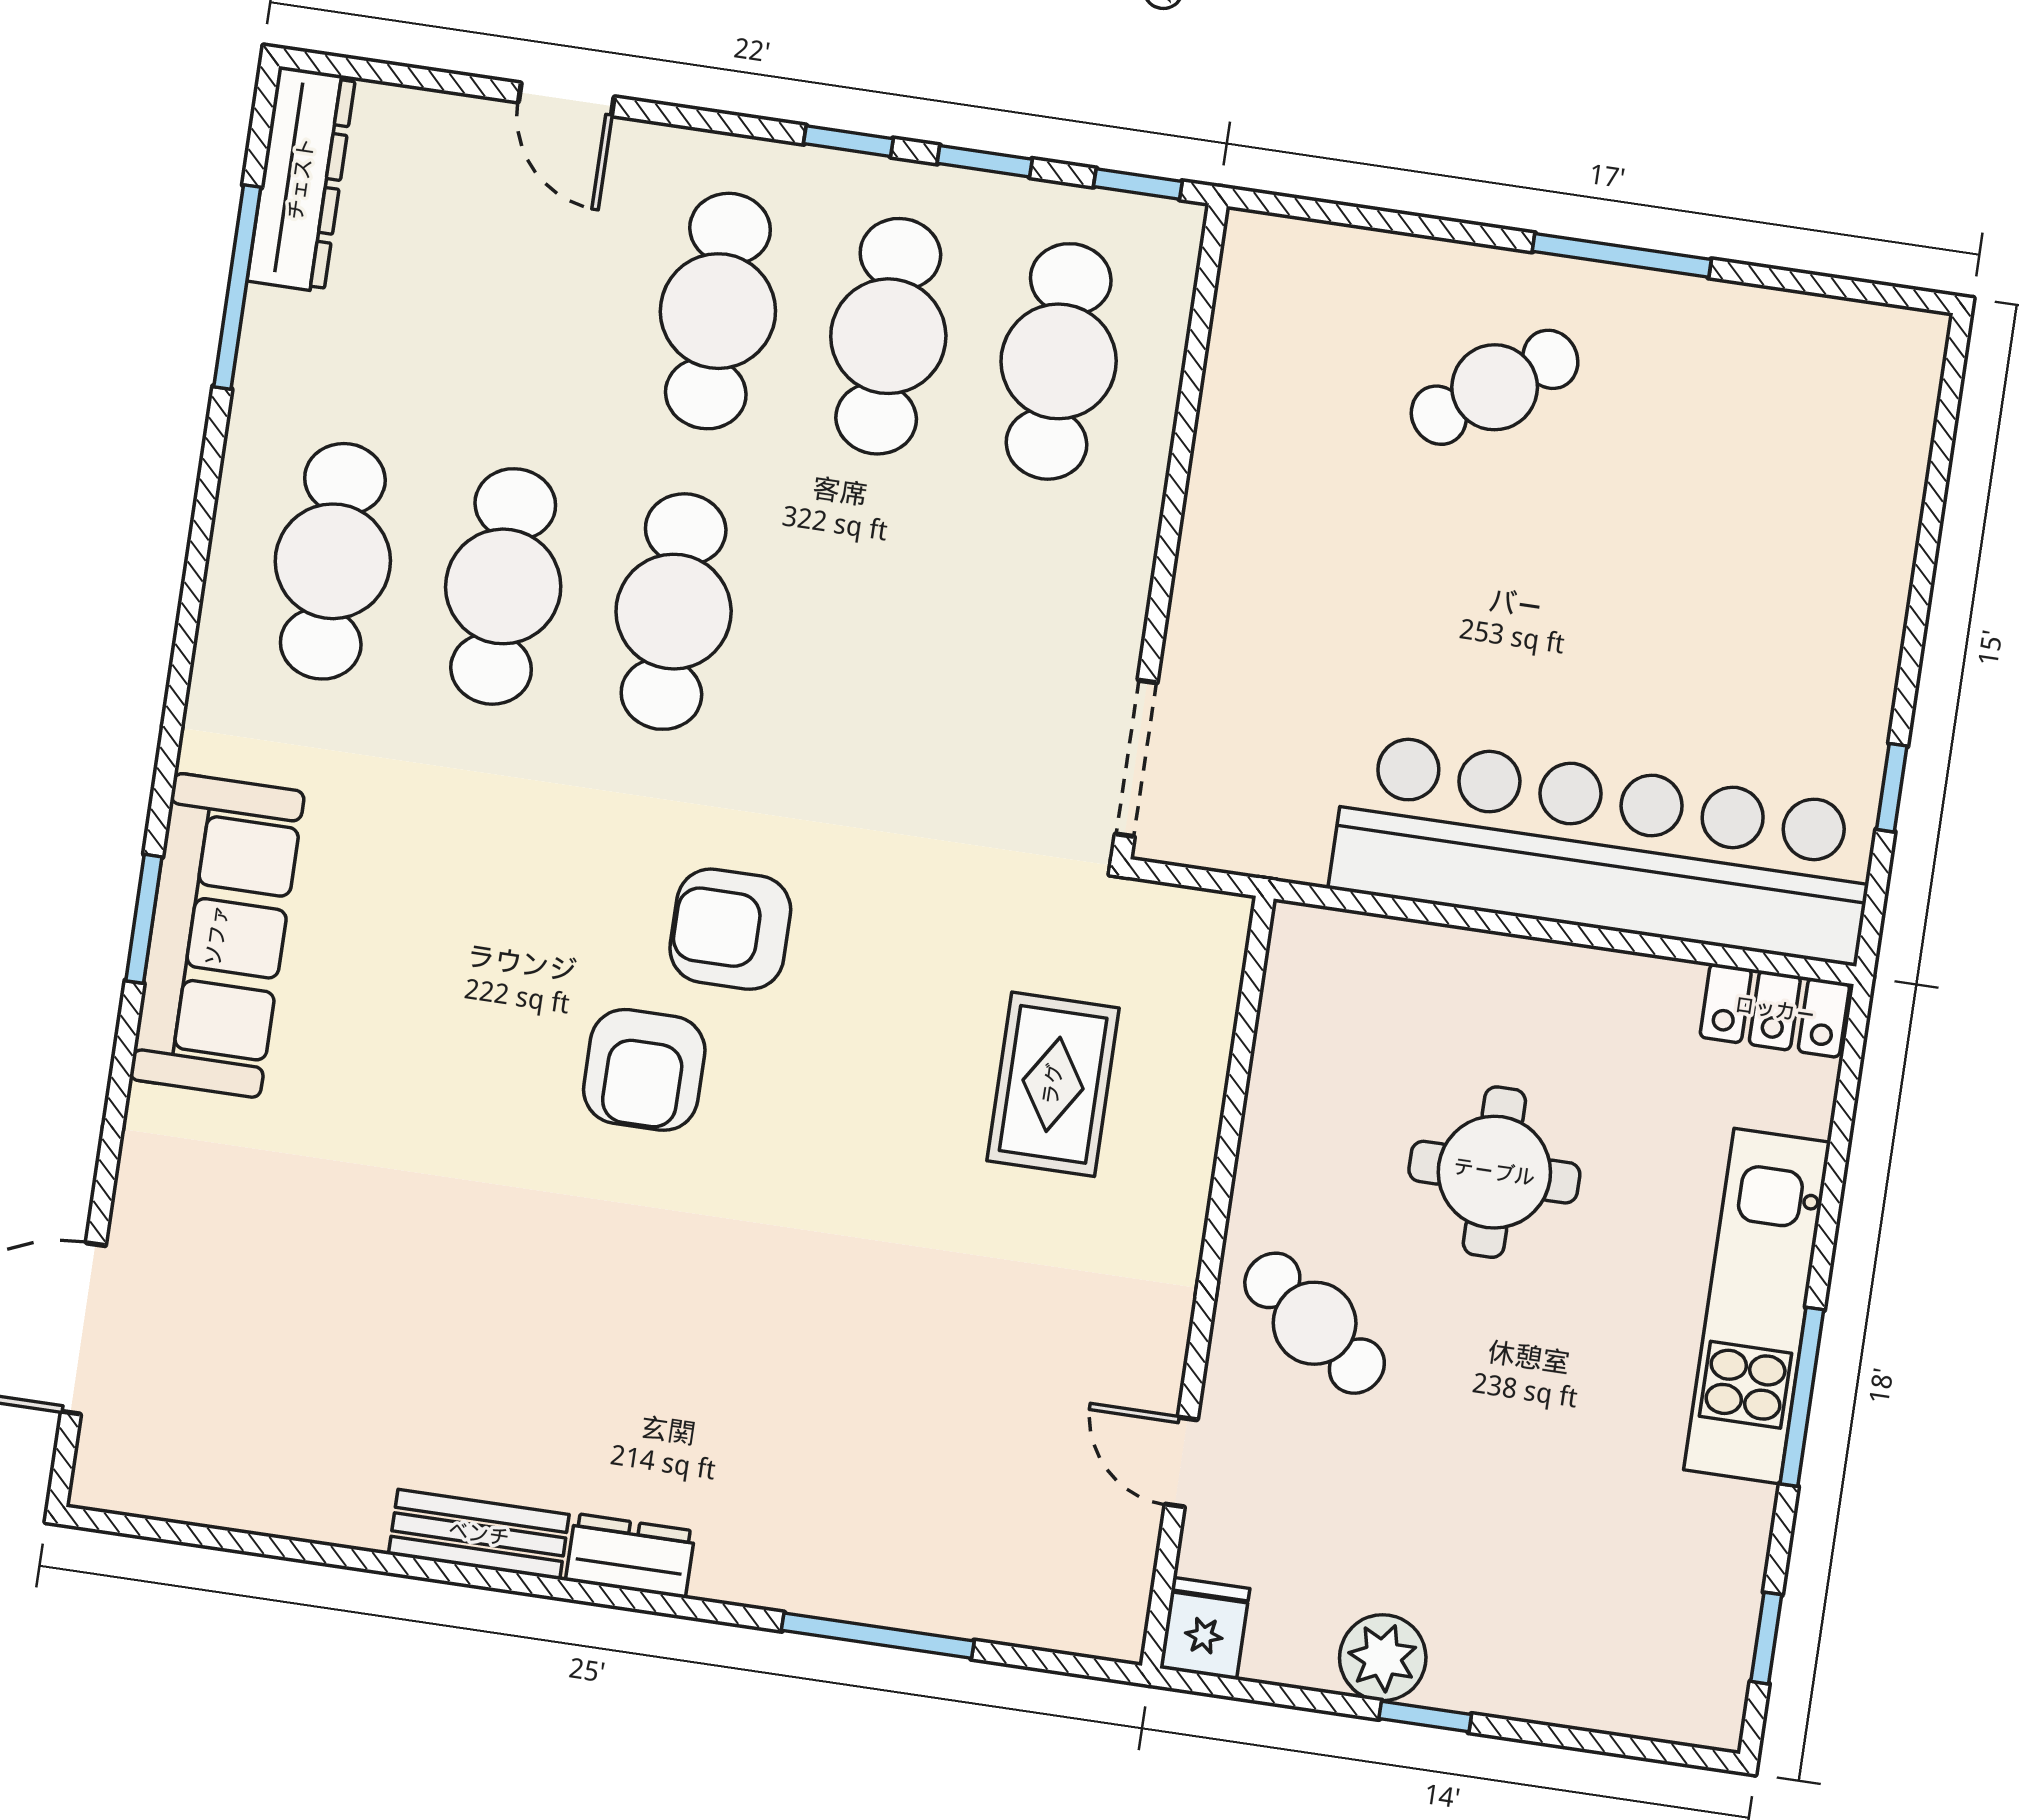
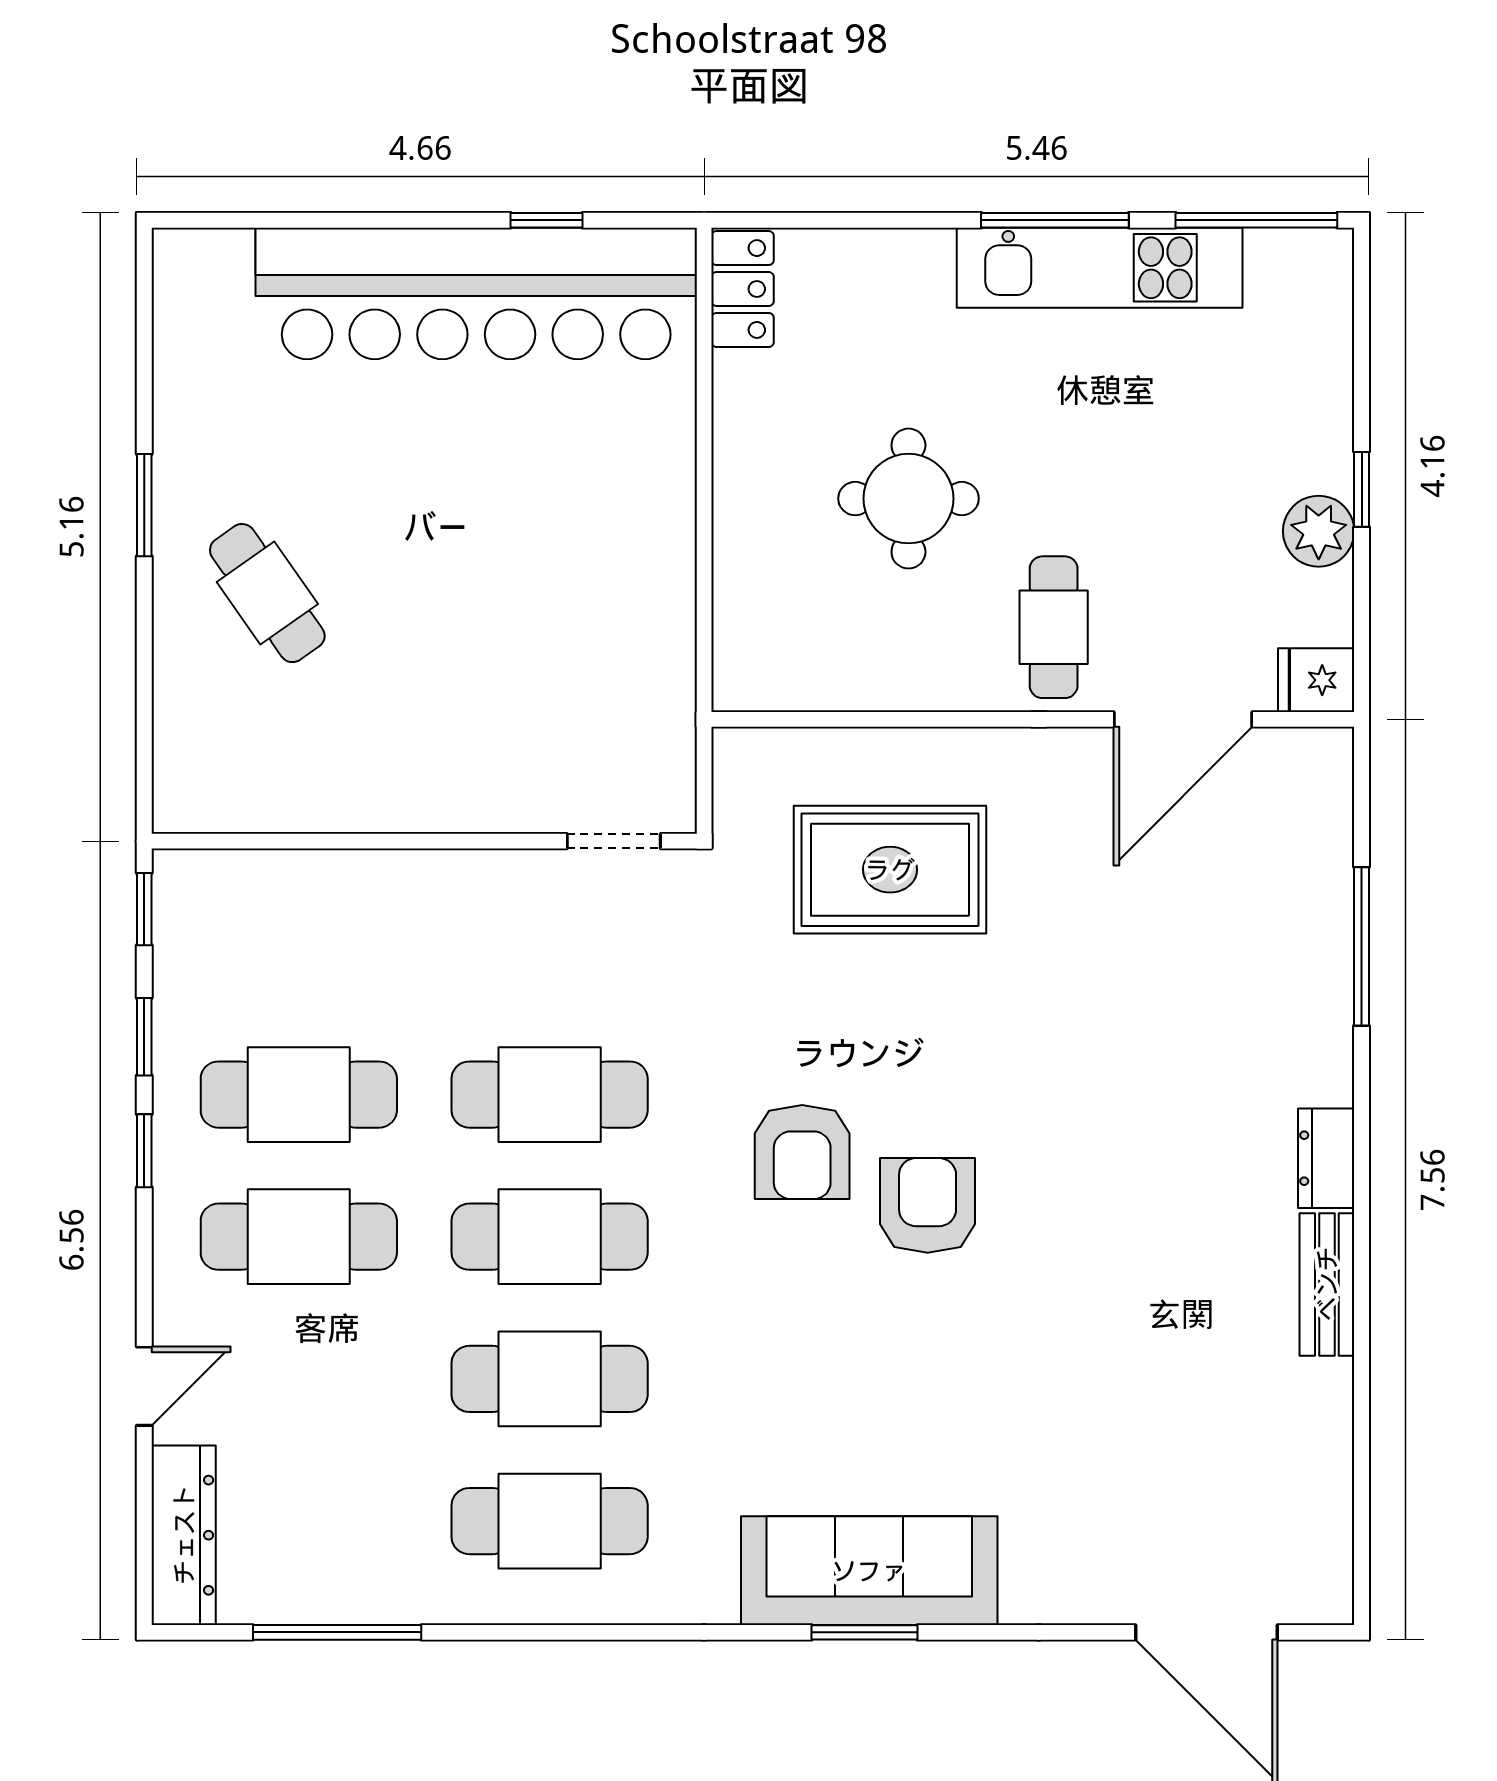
dresser: (301, 179) -> (184, 1535), moved, turned 90
window: (1622, 255) -> (144, 505), width x0.69
cafe table: (1059, 361) -> (550, 1095), moved
doorway: (1136, 758) -> (614, 841), width x0.73
bar counter: (1604, 848) -> (476, 294), moved, turned -90
armchair: (644, 1070) -> (928, 1205), turned -90
rug: (1053, 1084) -> (890, 870), width x1.36, depth x1.43
kitchen unit: (1757, 1306) -> (1100, 268), moved
cafe table: (1315, 1323) -> (1054, 627), turned -37
door: (1181, 1462) -> (1183, 719), width x1.88
window: (1766, 1638) -> (1256, 220), width x2.17

